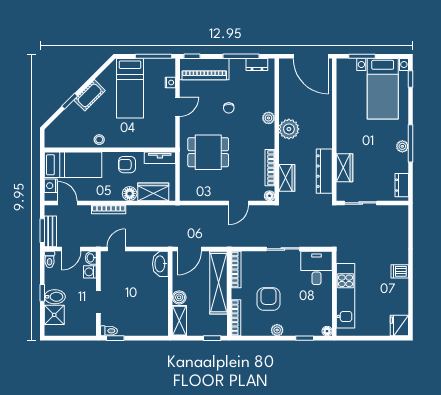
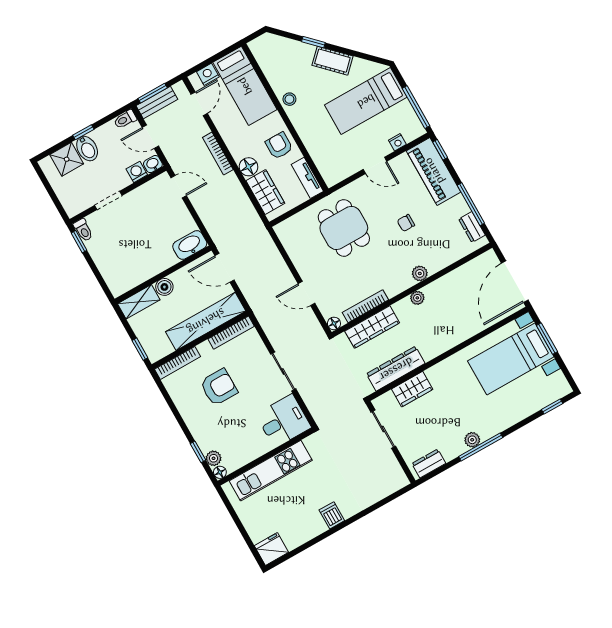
bed with nightstands: (383, 89) -> (511, 359), moved
plant: (289, 129) -> (417, 298), width x0.53, depth x0.53
wardrobe: (287, 178) -> (372, 327), width x1.50
plant: (277, 330) -> (214, 458), moved

